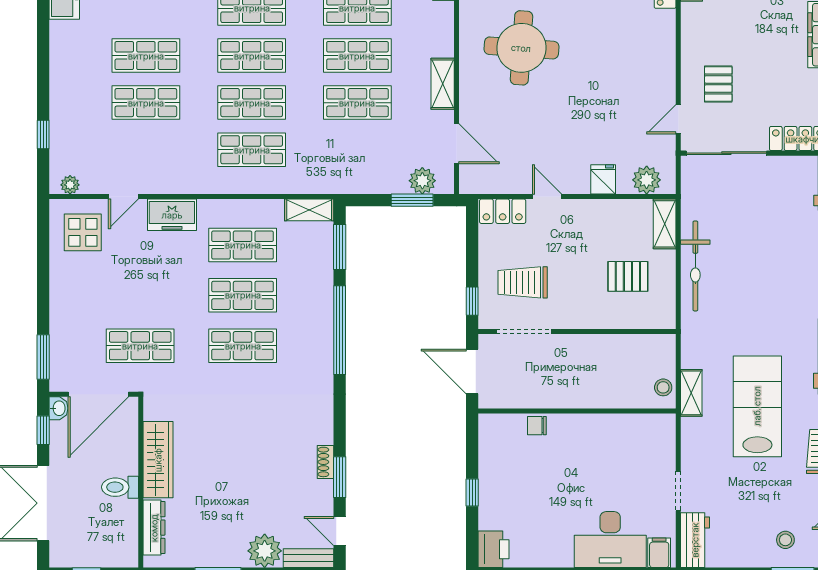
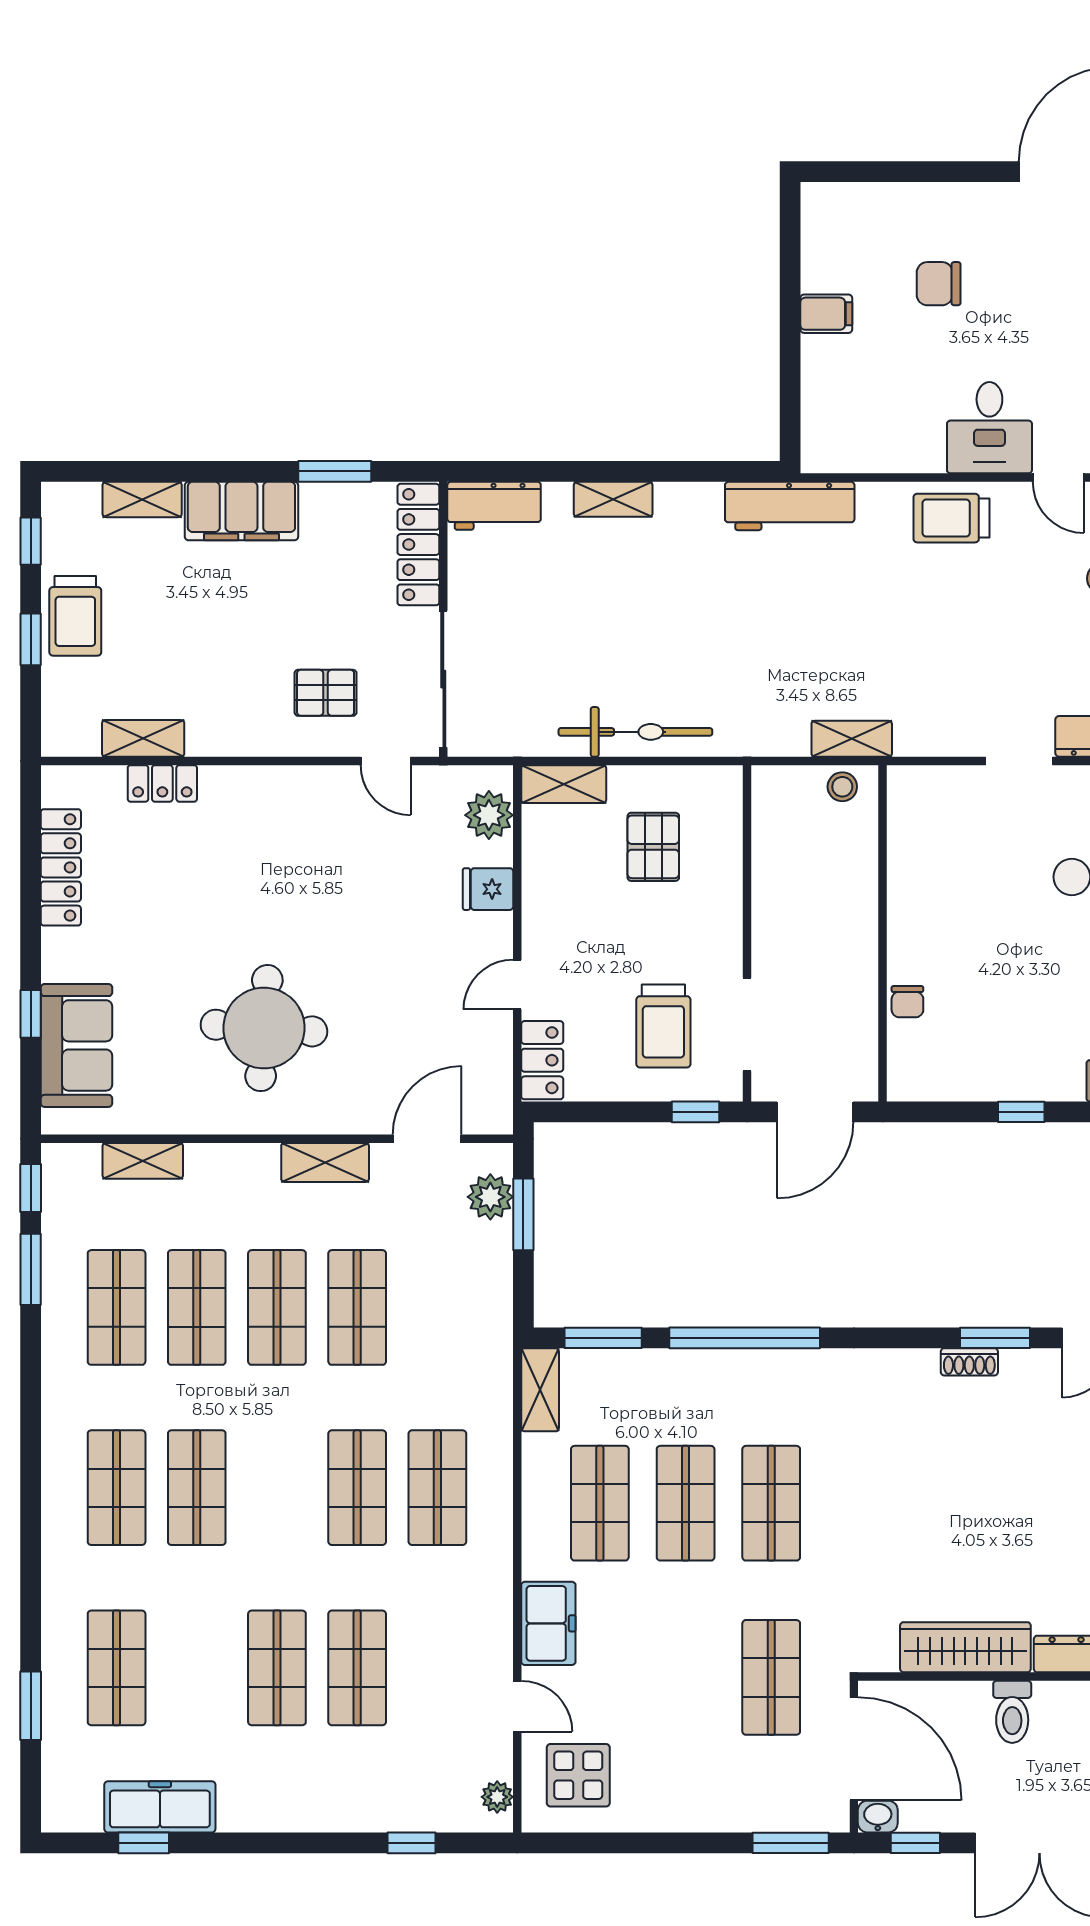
shop shelf: (252, 56) -> (277, 1488), removed
lab bench: (757, 406) -> (875, 626), removed

